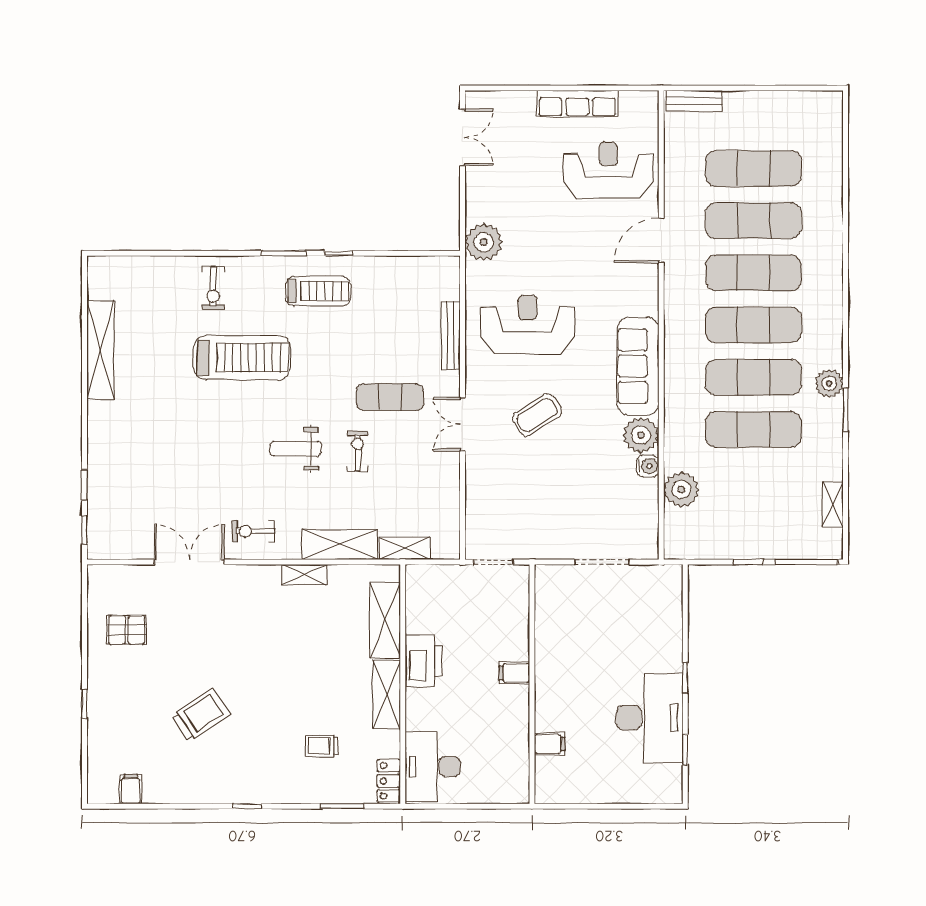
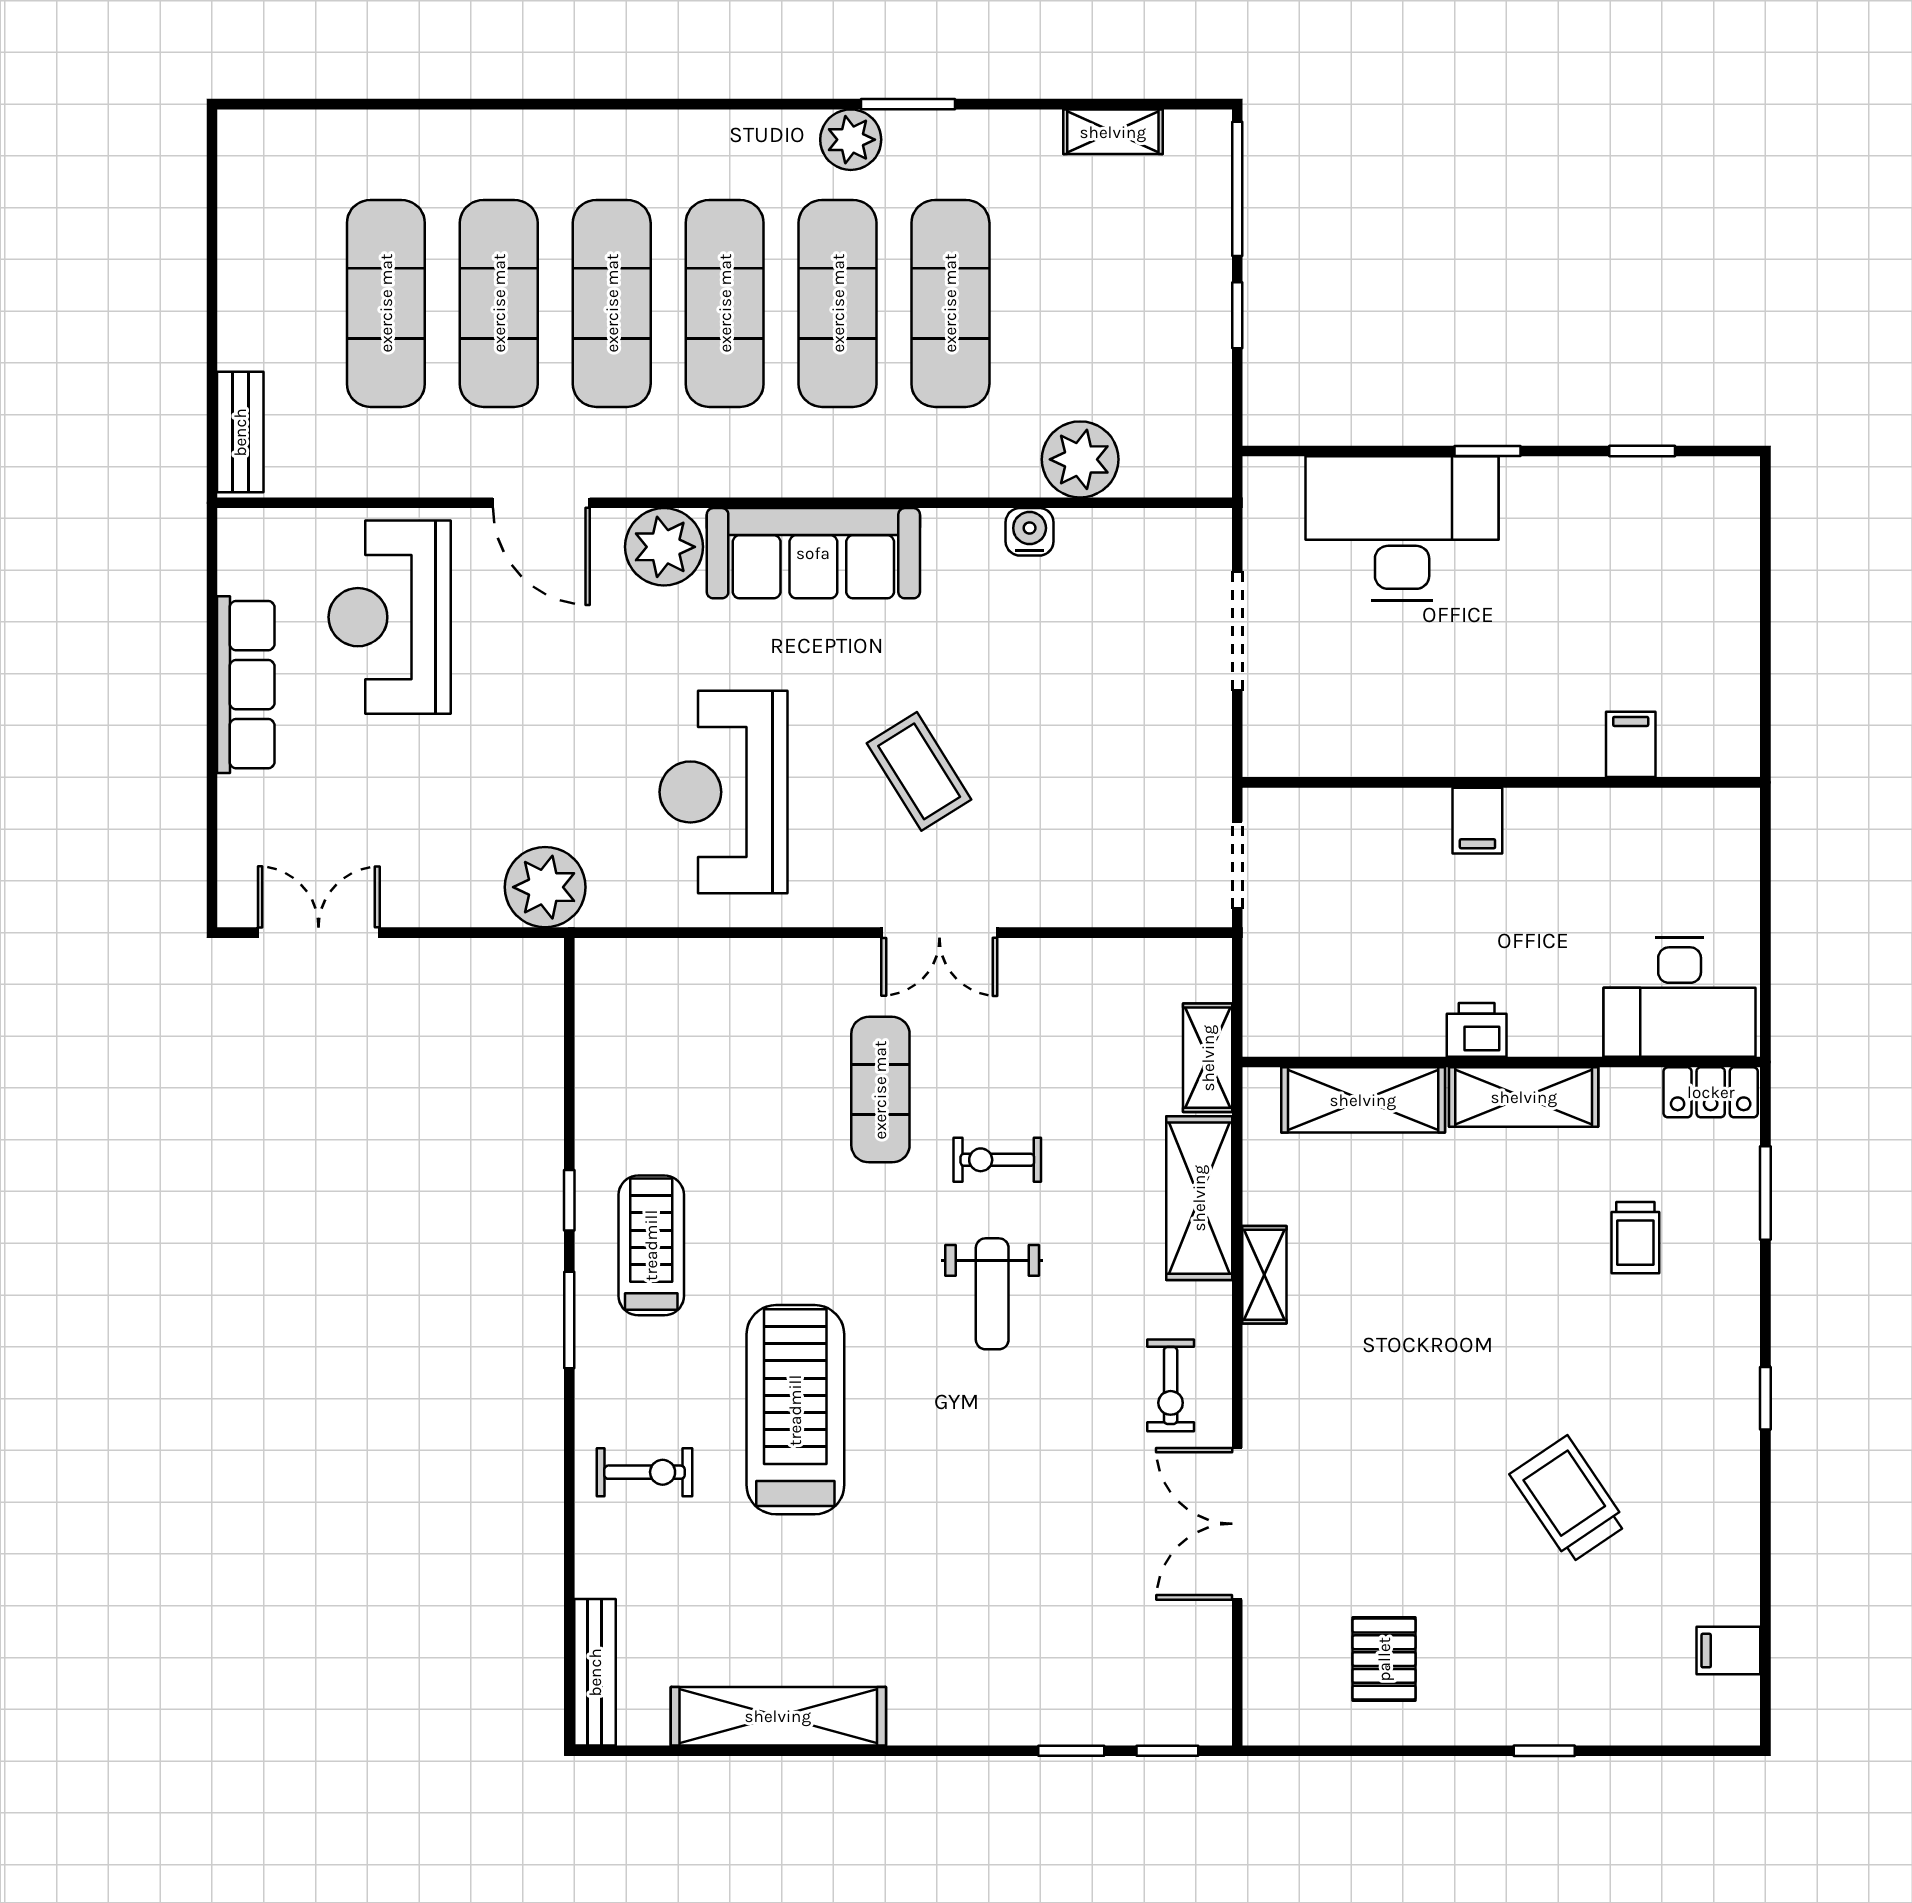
bench: (451, 336) -> (595, 1672), moved, turned 90
plant: (641, 435) -> (664, 547), moved
printer: (424, 661) -> (1477, 1030), width x0.53, depth x0.68
desk: (649, 718) -> (1402, 528), moved

